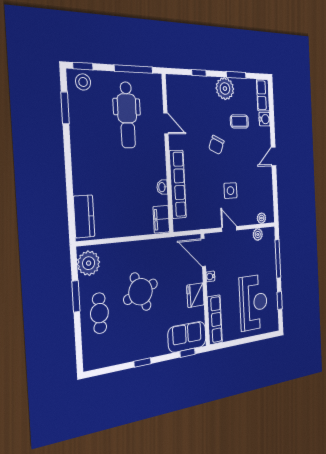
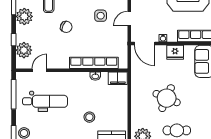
plant: (188, 86) -> (24, 50), added
door: (166, 123) -> (39, 70), moved
stool: (110, 181) -> (89, 117), added
door: (203, 252) -> (145, 43), hinge flipped
round table: (141, 292) -> (167, 98), turned 45

